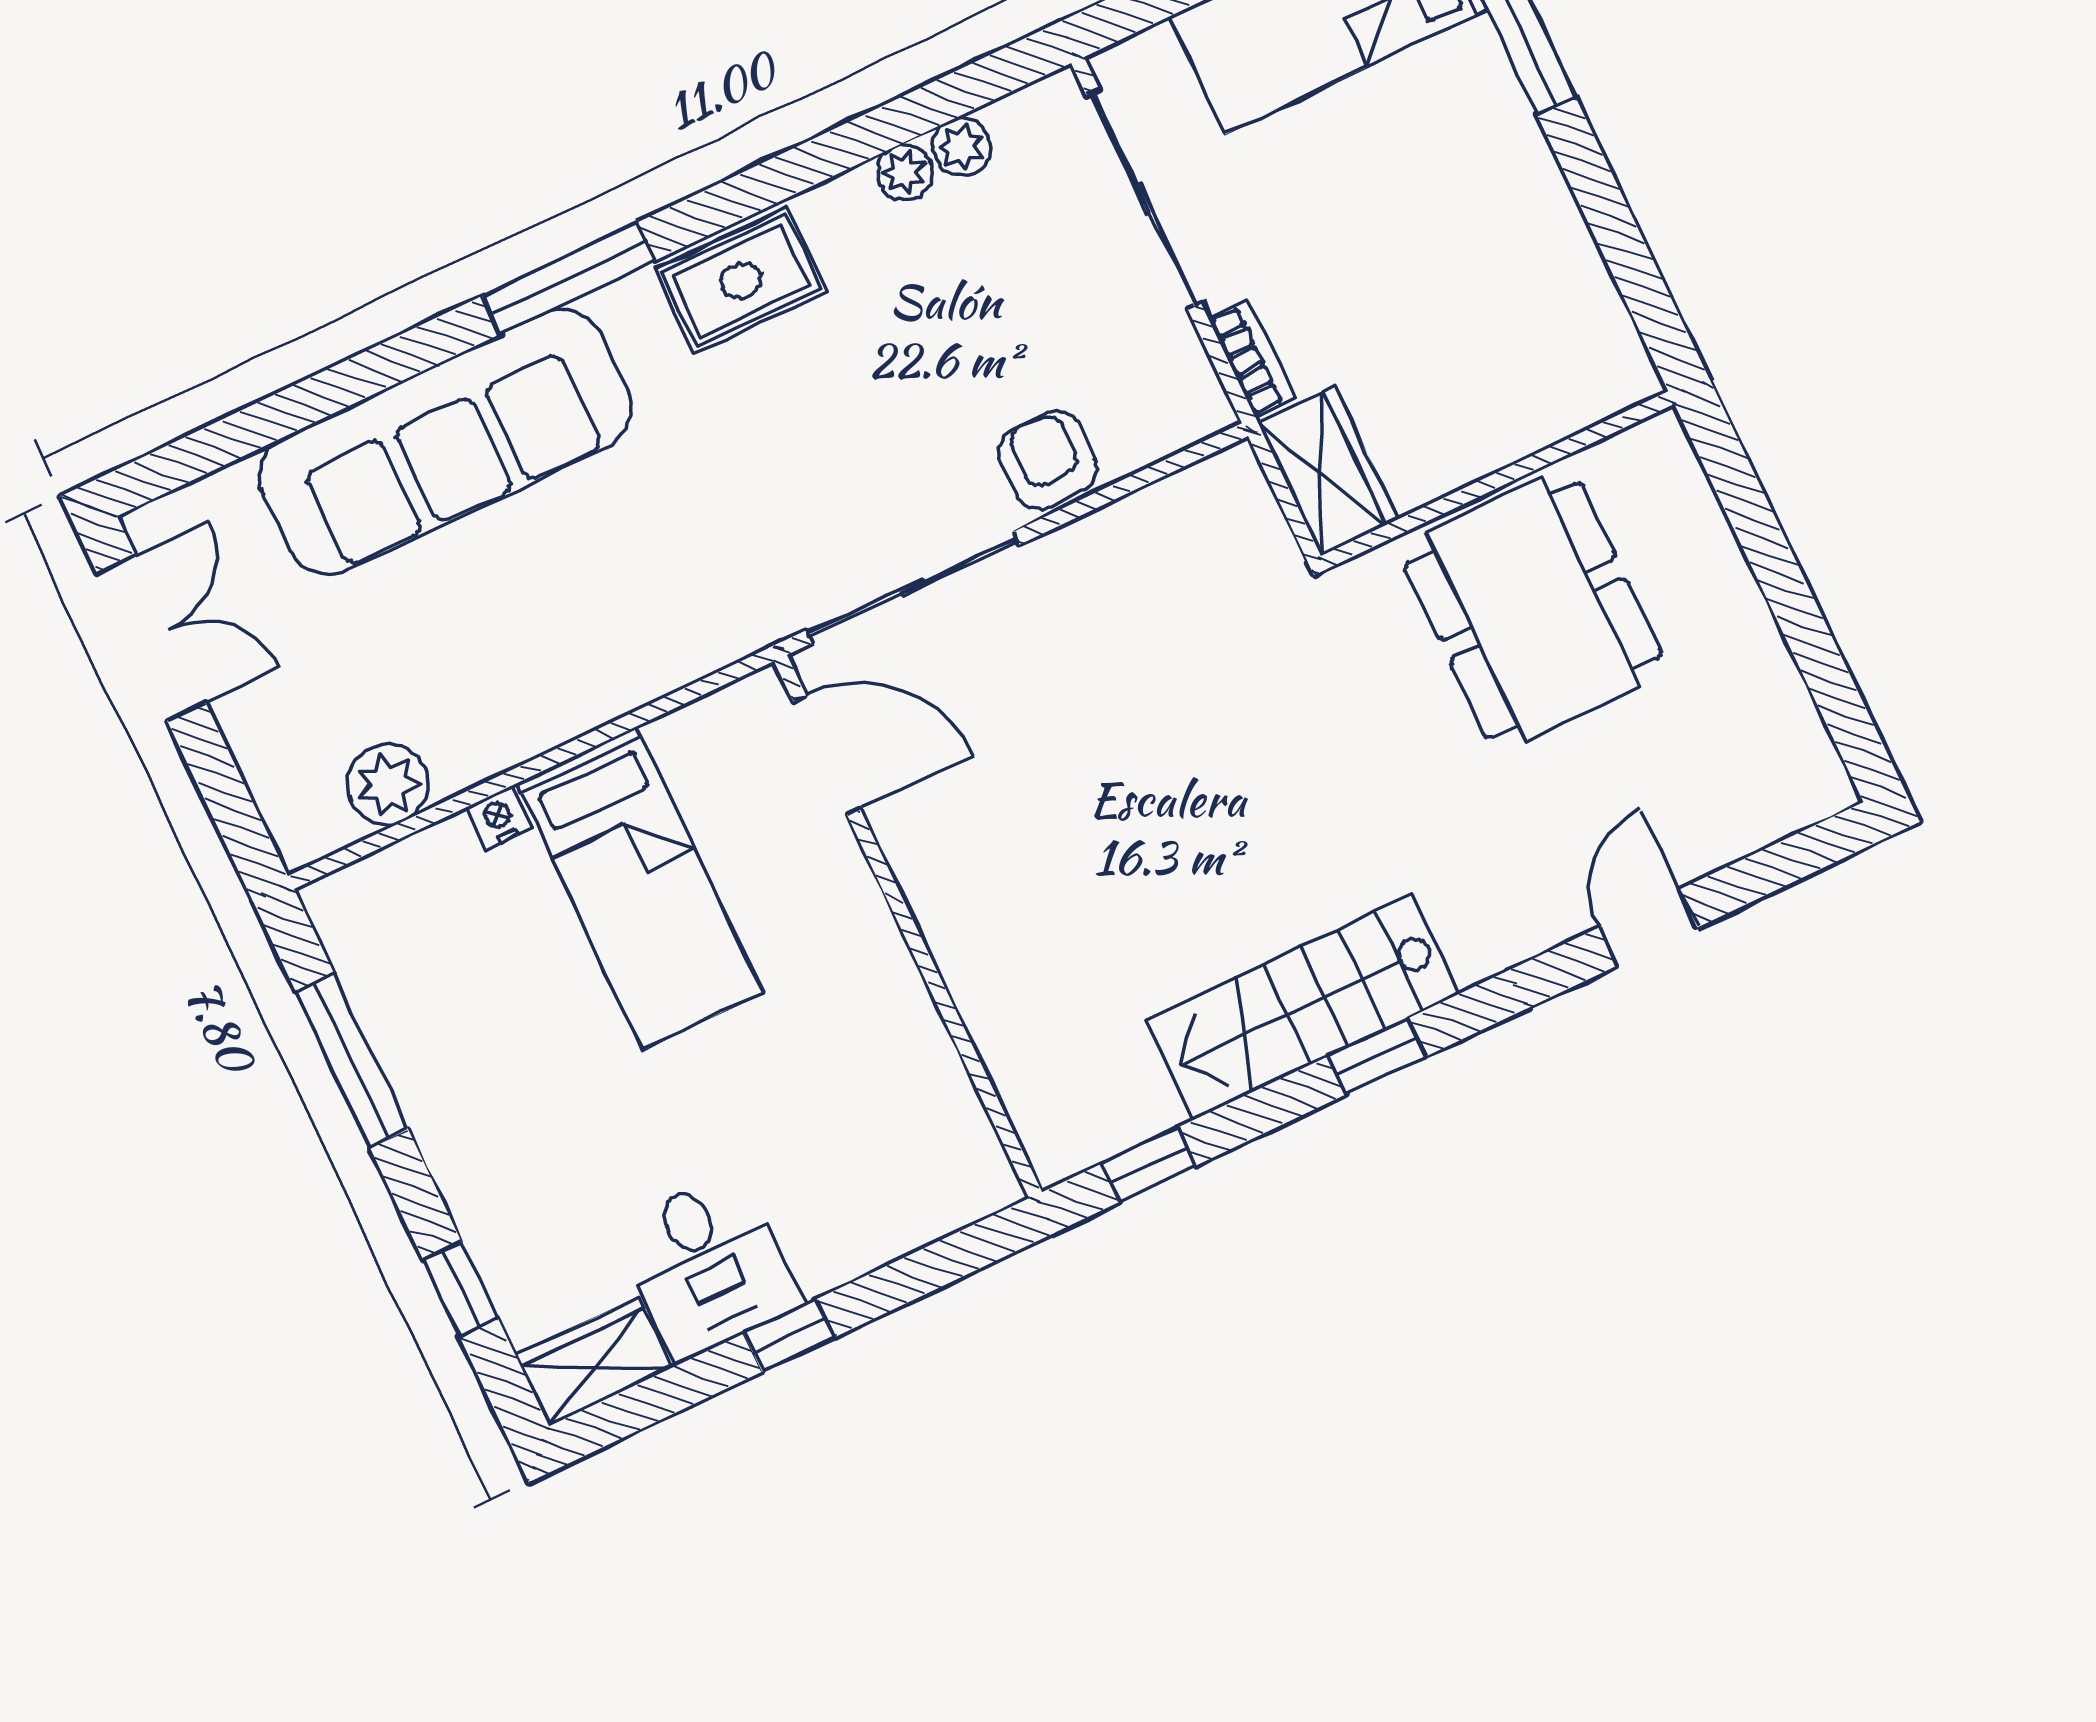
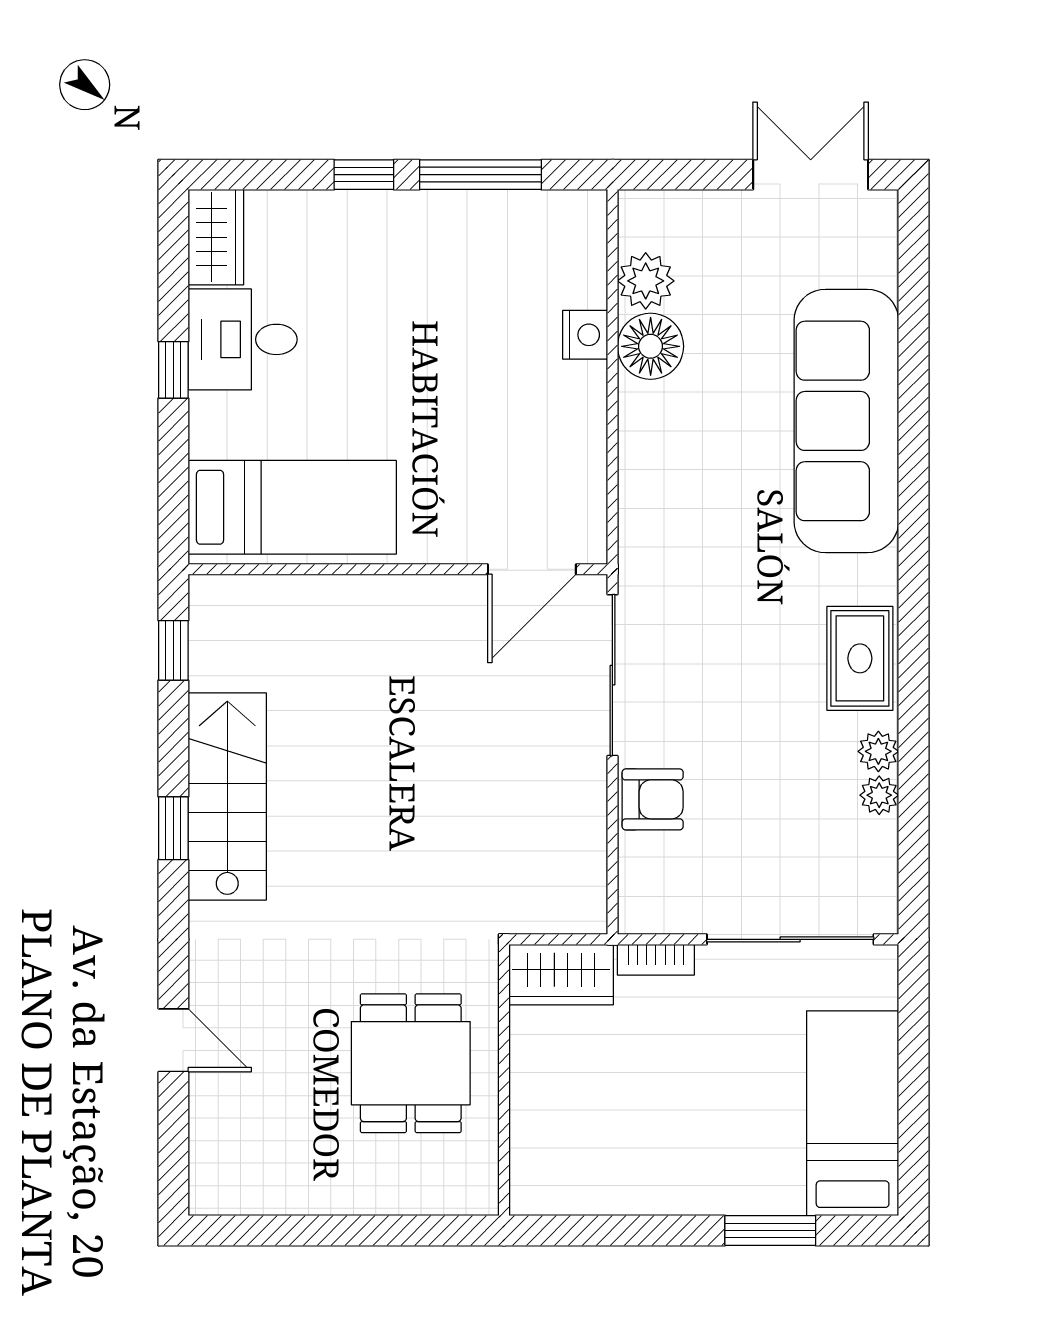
plant: (961, 147) -> (878, 751), moved
window: (569, 278) -> (913, 549), removed
dining table: (1533, 610) -> (411, 1063), width x0.73
double door: (151, 638) -> (811, 175), swing flipped
floor lamp: (469, 739) -> (651, 346), added
nightstand: (499, 818) -> (585, 335), width x1.39, depth x1.35
bed: (640, 888) -> (292, 507), moved, turned 180
window: (461, 1289) -> (364, 175), moved

